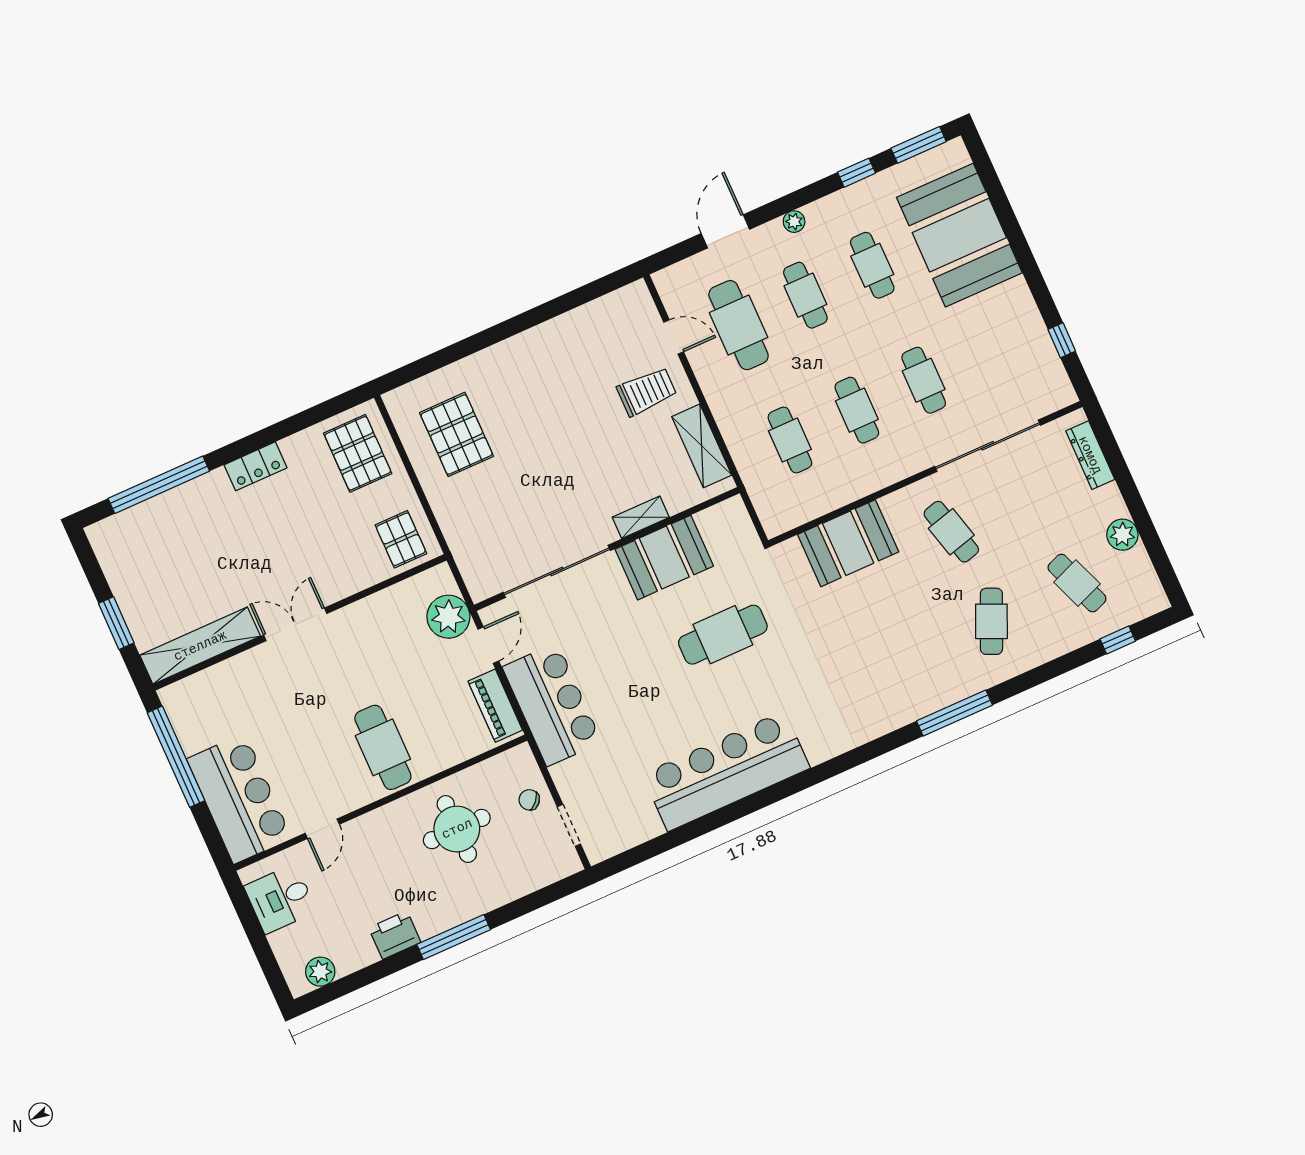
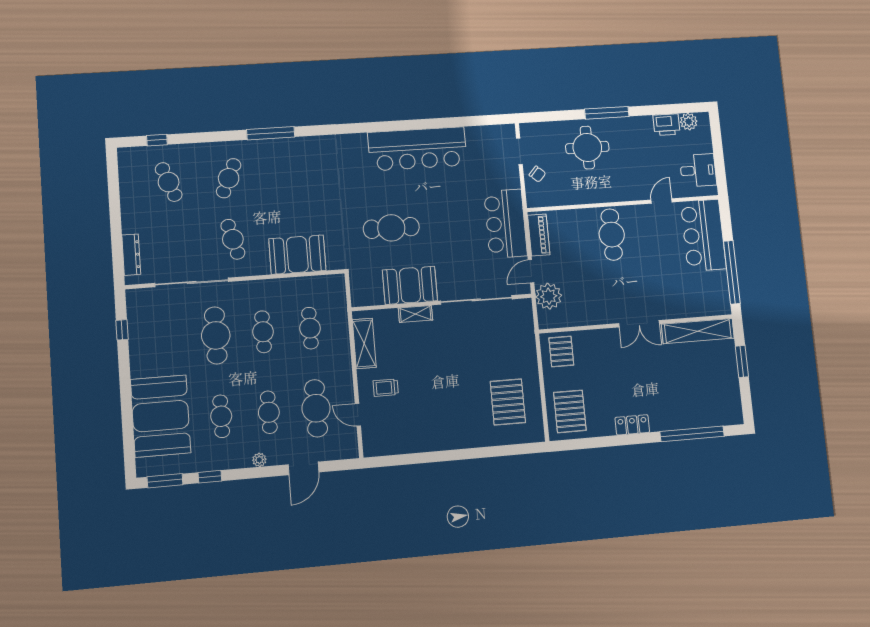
cafe table: (924, 380) -> (216, 335), width x1.37, depth x1.35
trolley: (647, 392) -> (386, 388), width x0.73, depth x0.72
plant: (1122, 535) -> (130, 201), removed
round table: (457, 829) -> (587, 148), moved
printer: (395, 935) -> (666, 125), moved

